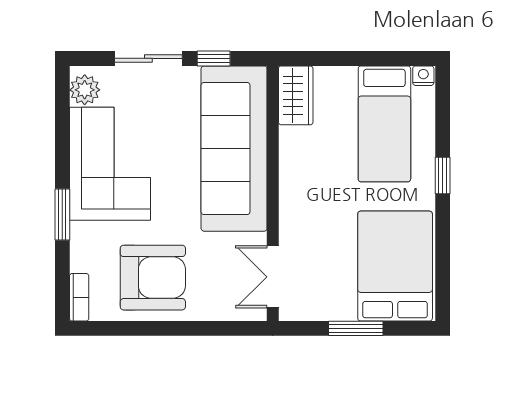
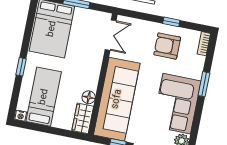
floor lamp: (292, 141) -> (89, 97), added
armchair: (153, 278) -> (167, 46), width x0.73, depth x0.73
window: (154, 328) -> (171, 22), added

